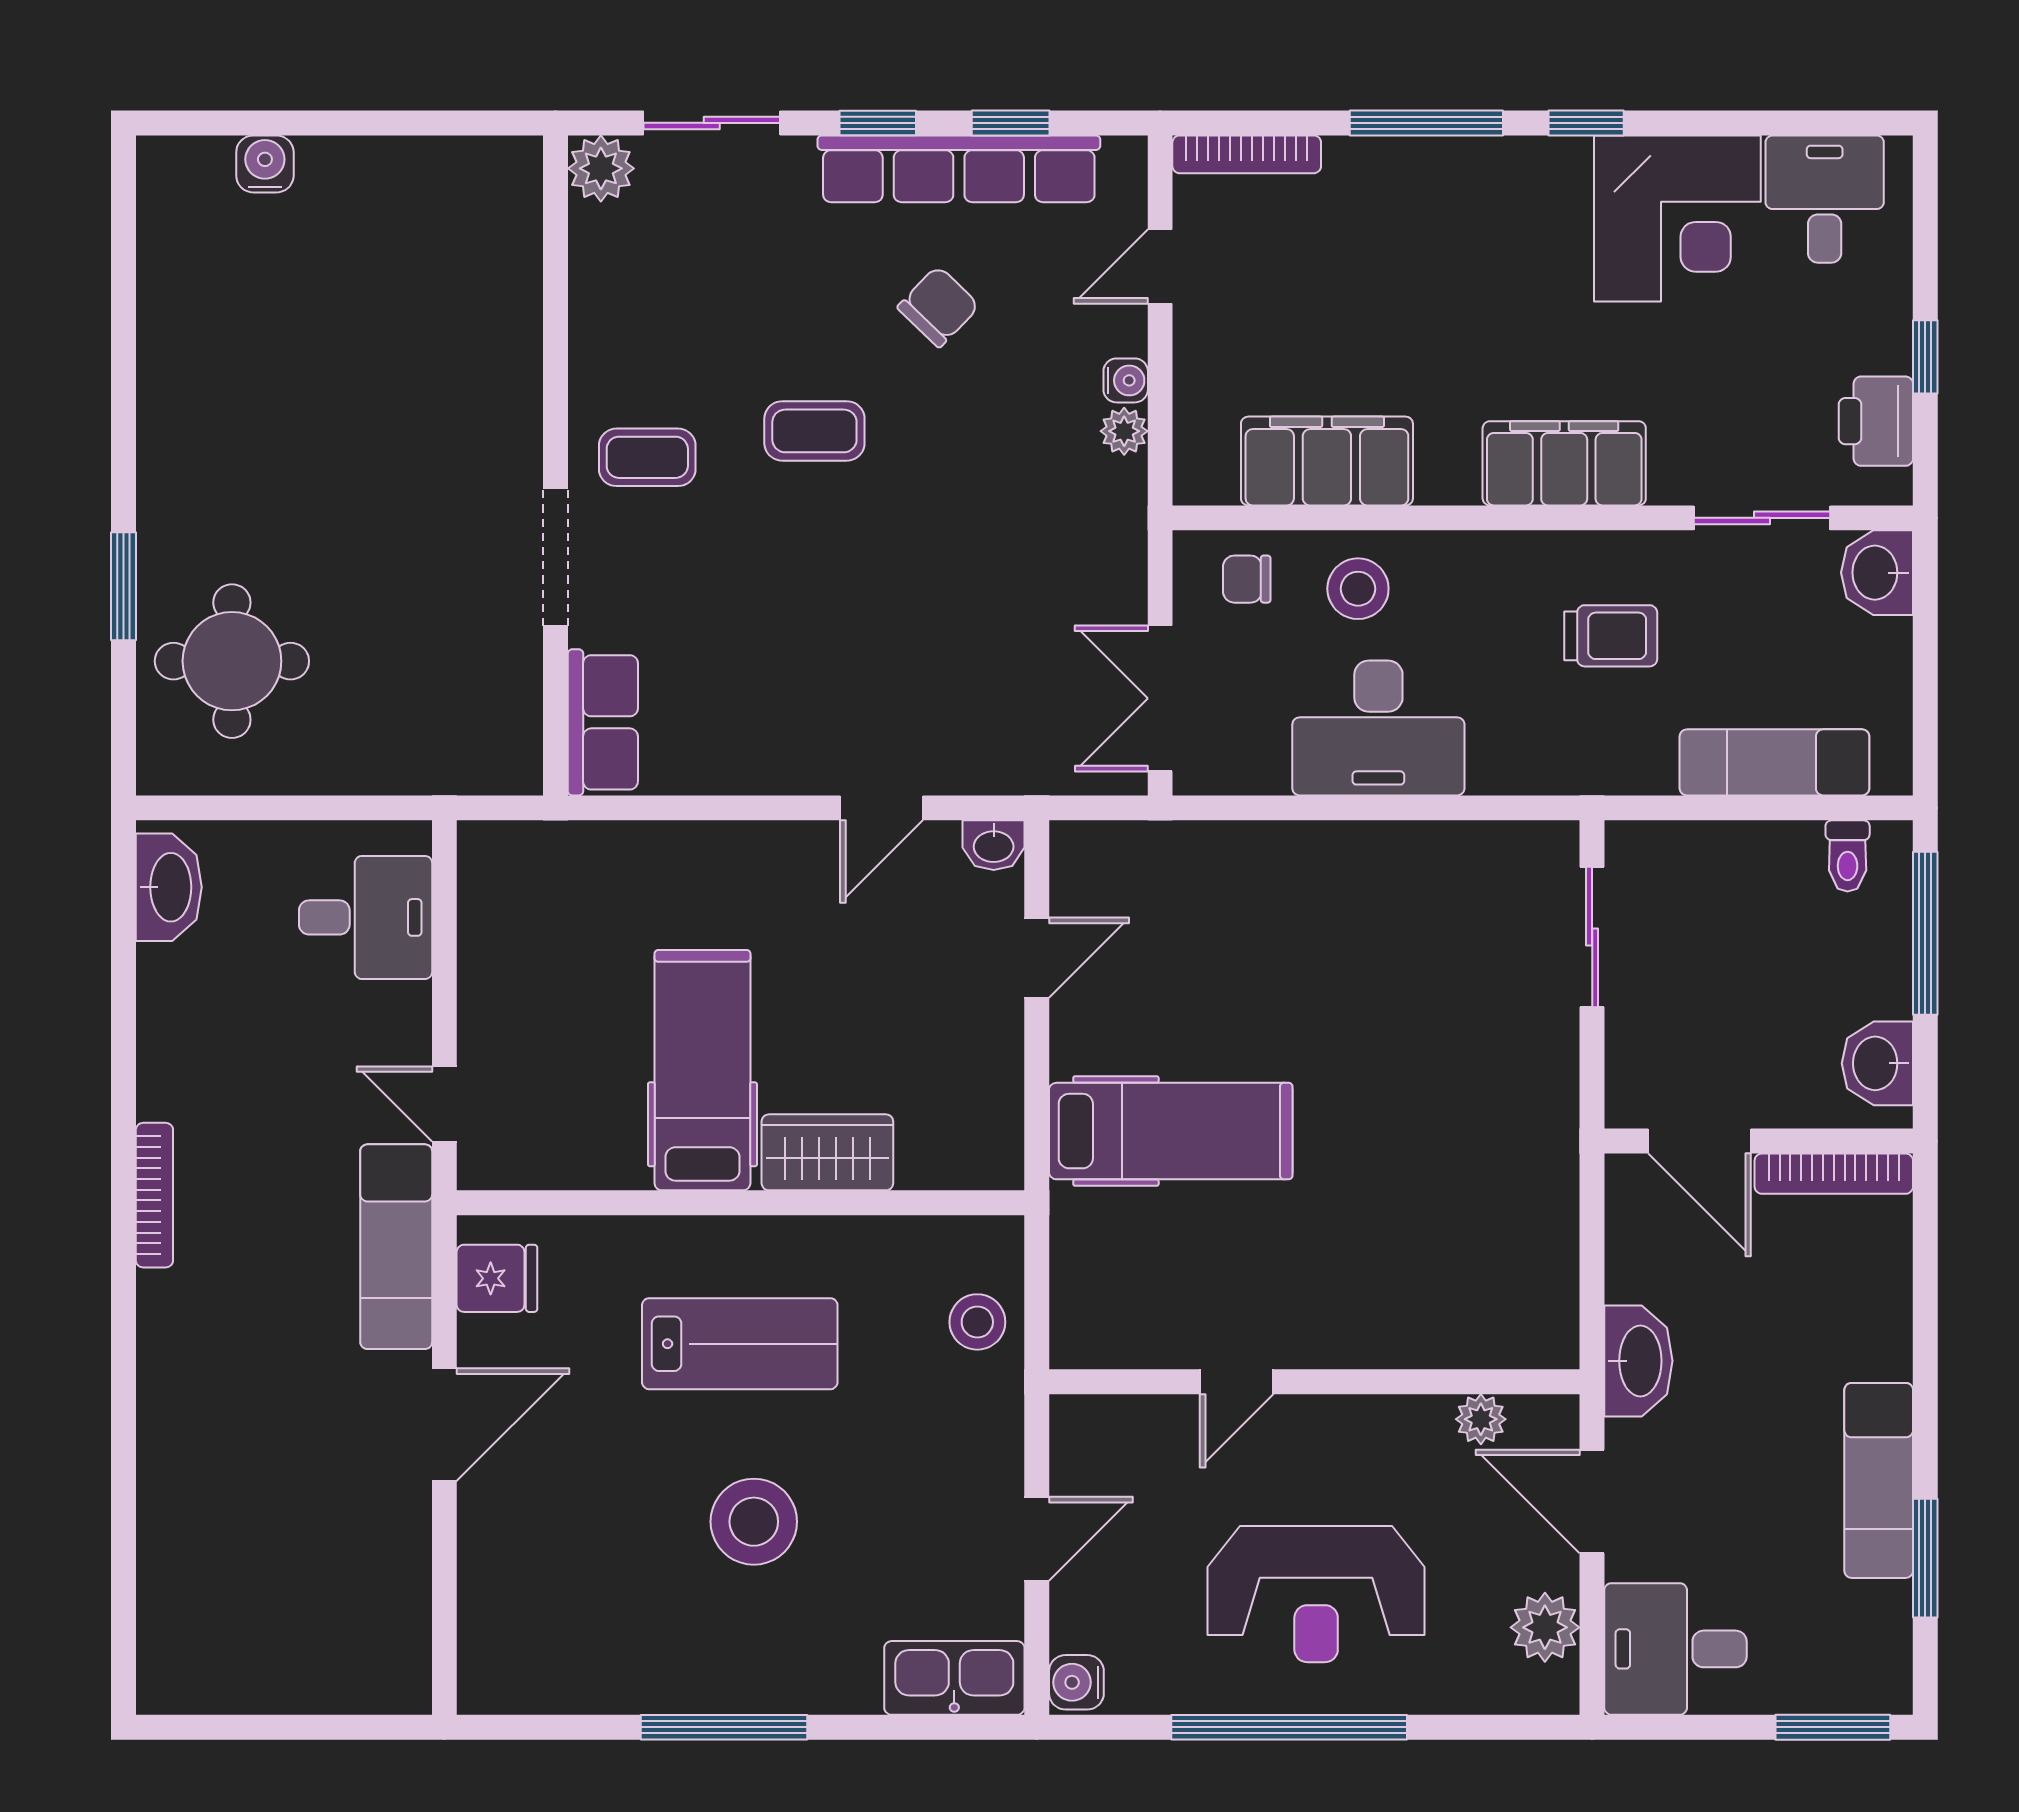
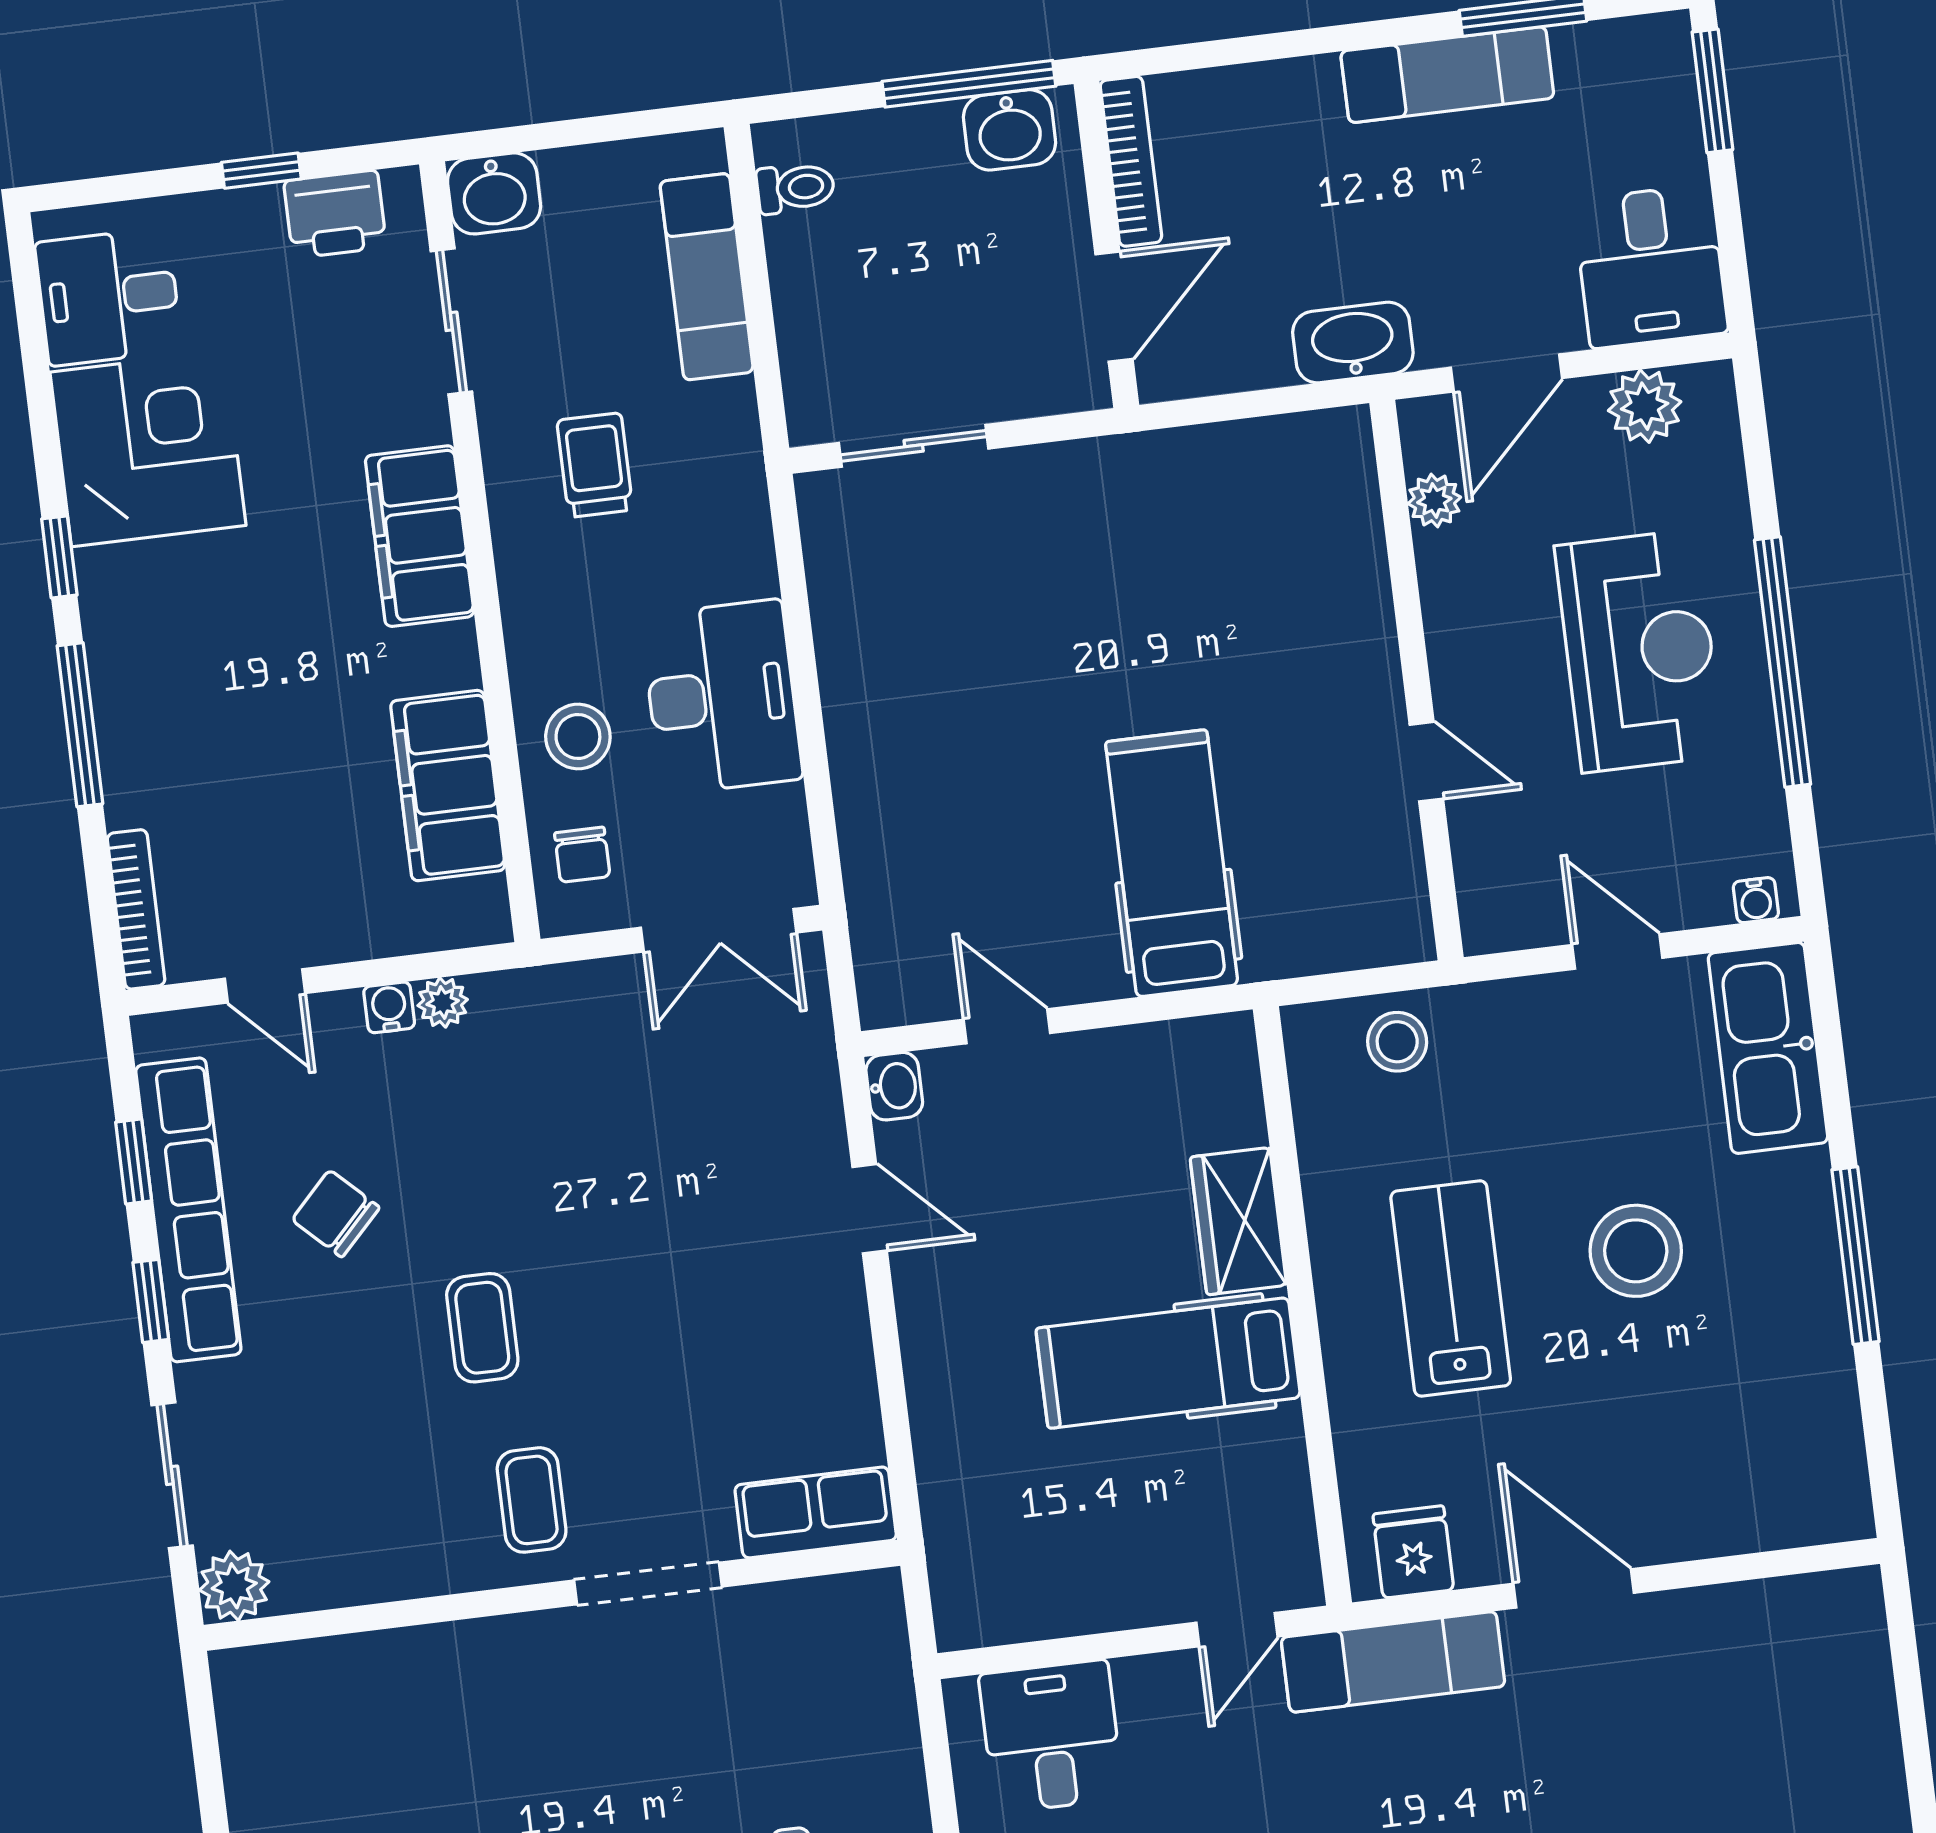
window: (1925, 933) -> (969, 84), moved
kitchen sink: (954, 1678) -> (1768, 1048), width x1.36, depth x1.24
water cooler: (1076, 1682) -> (1756, 900), width x0.72, depth x0.72

